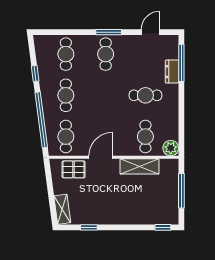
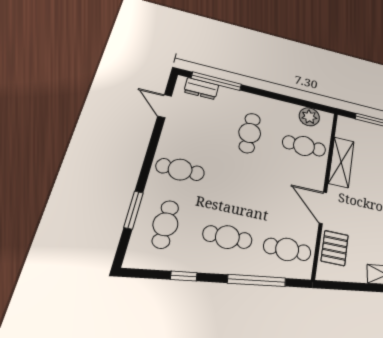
window: (109, 32) -> (134, 210), moved
cafe table: (66, 54) -> (165, 224), turned 90
dresser: (172, 72) -> (201, 89), moved
window: (41, 120) -> (257, 280), width x0.68
plant: (171, 148) -> (309, 117), moved

